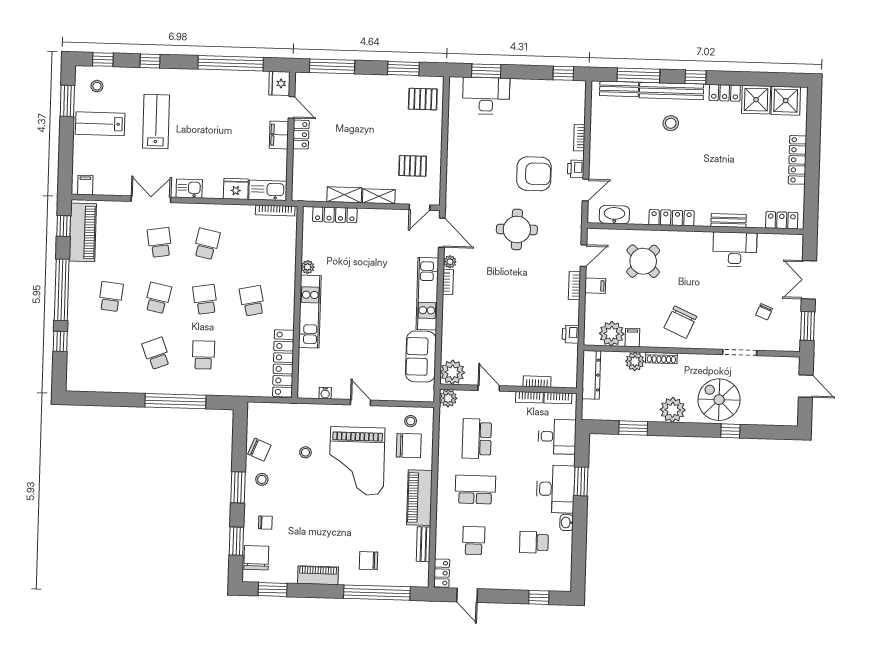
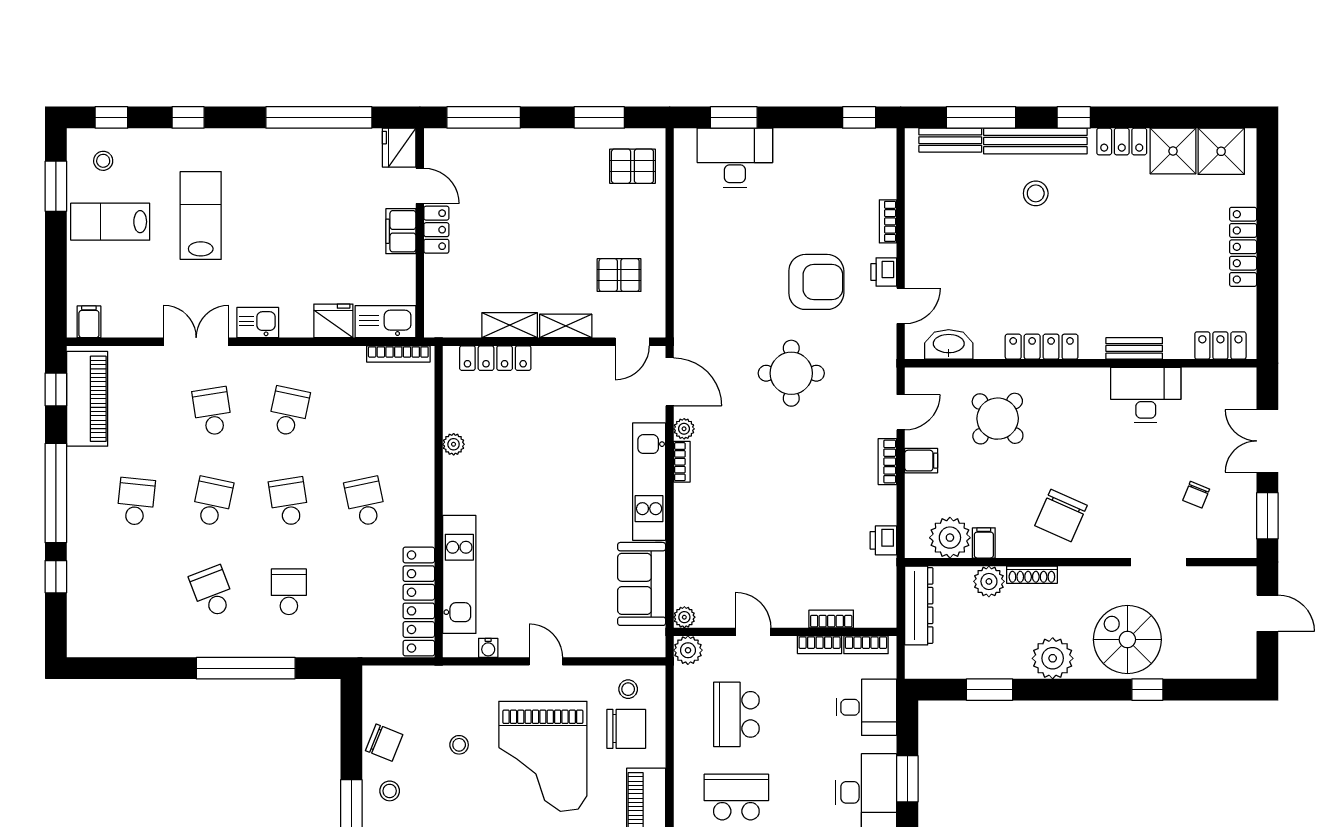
kitchen unit: (310, 312) -> (459, 574), moved
plant: (452, 372) -> (684, 617), width x0.53, depth x0.53

